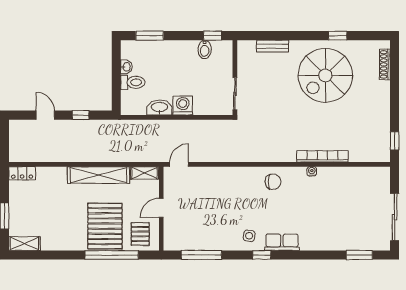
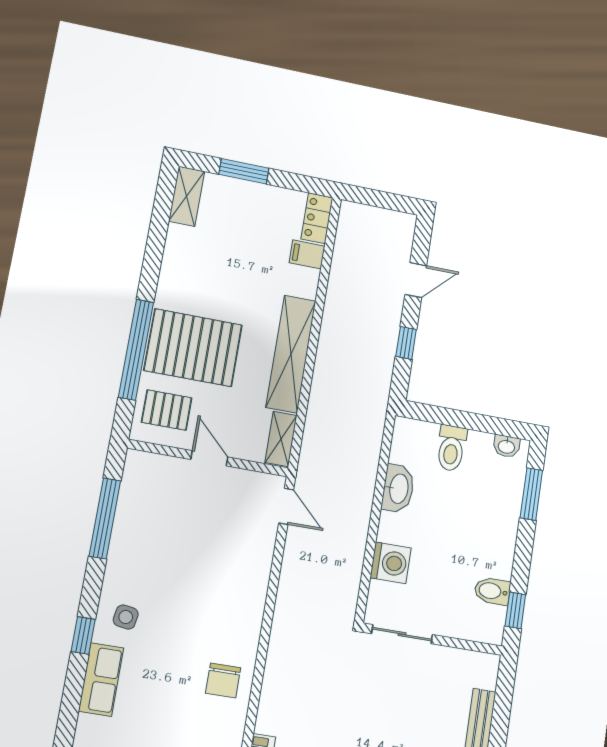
washbasin: (126, 67) -> (506, 446), moved
washing machine: (183, 105) -> (391, 563), moved
filing cabinet: (43, 175) -> (307, 254), added

